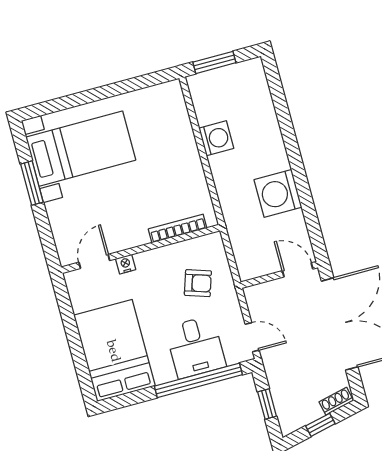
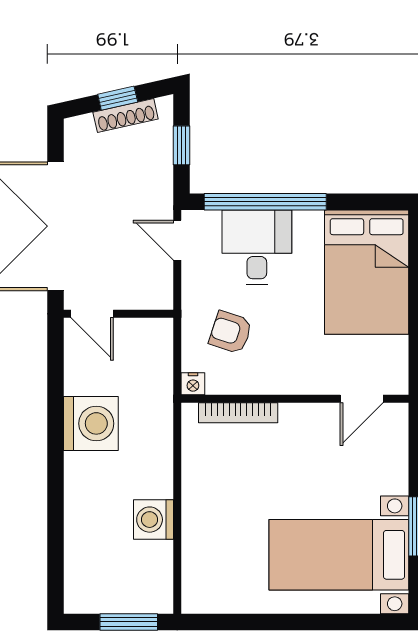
nightstand: (126, 264) -> (193, 384), moved
shoe rack: (336, 401) -> (126, 116), moved, width x1.43

